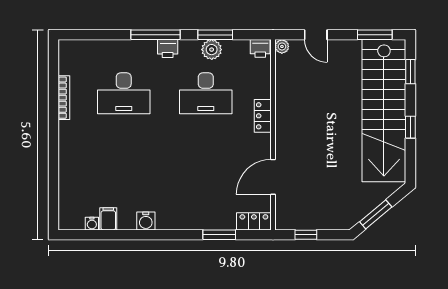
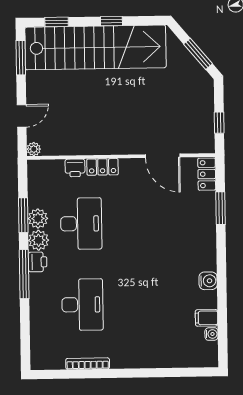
printer: (260, 48) -> (75, 168), moved, turned 90
plant: (190, 50) -> (39, 240), added

